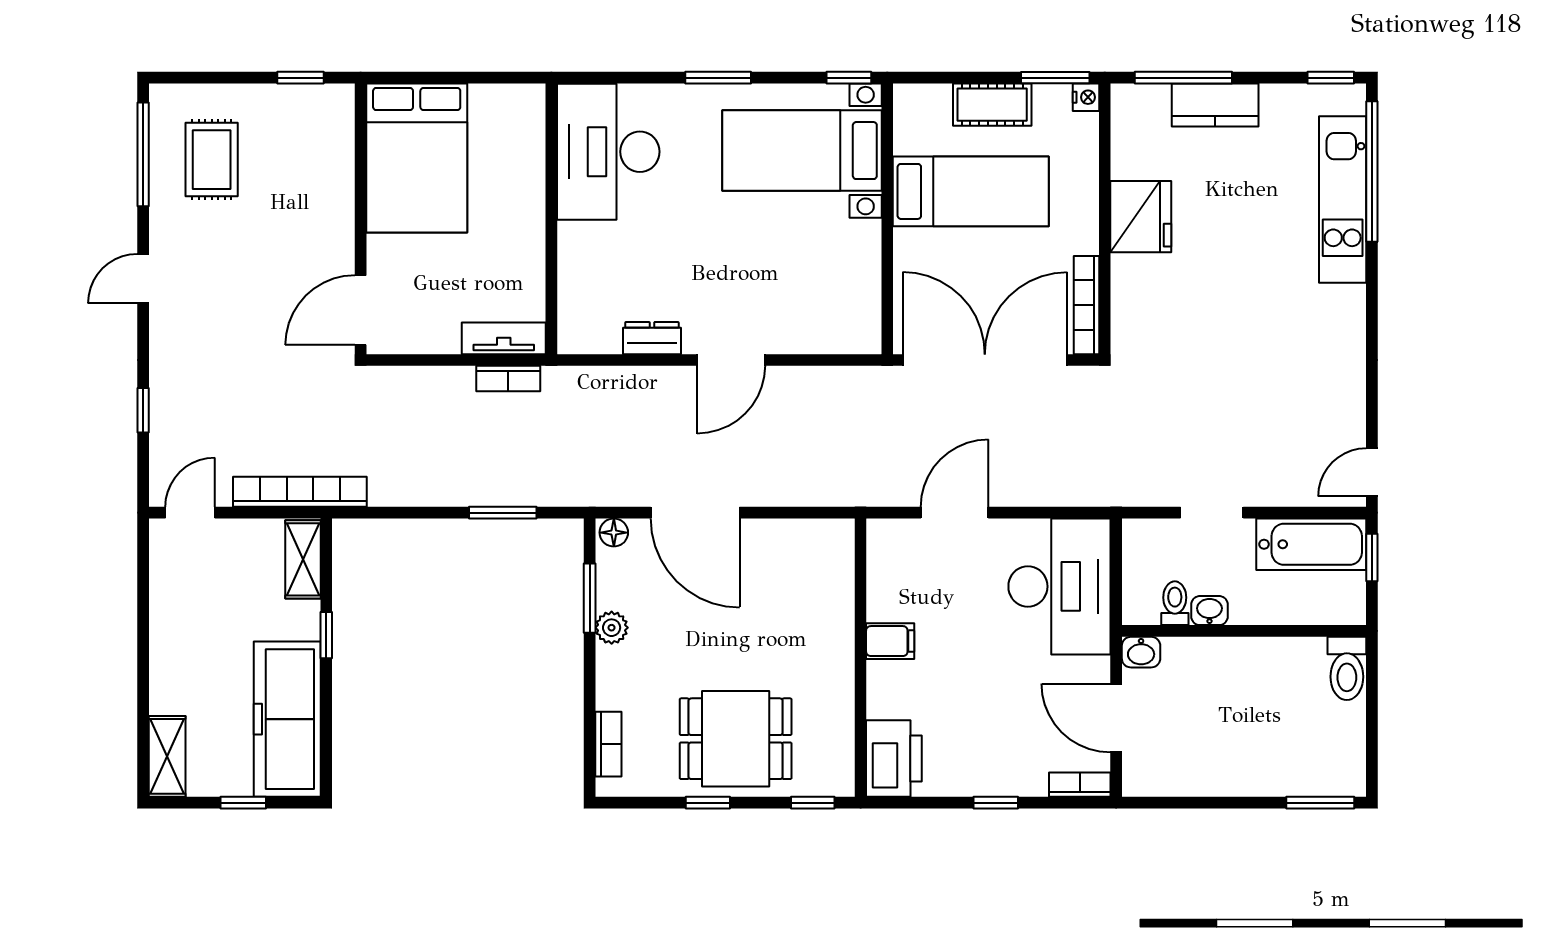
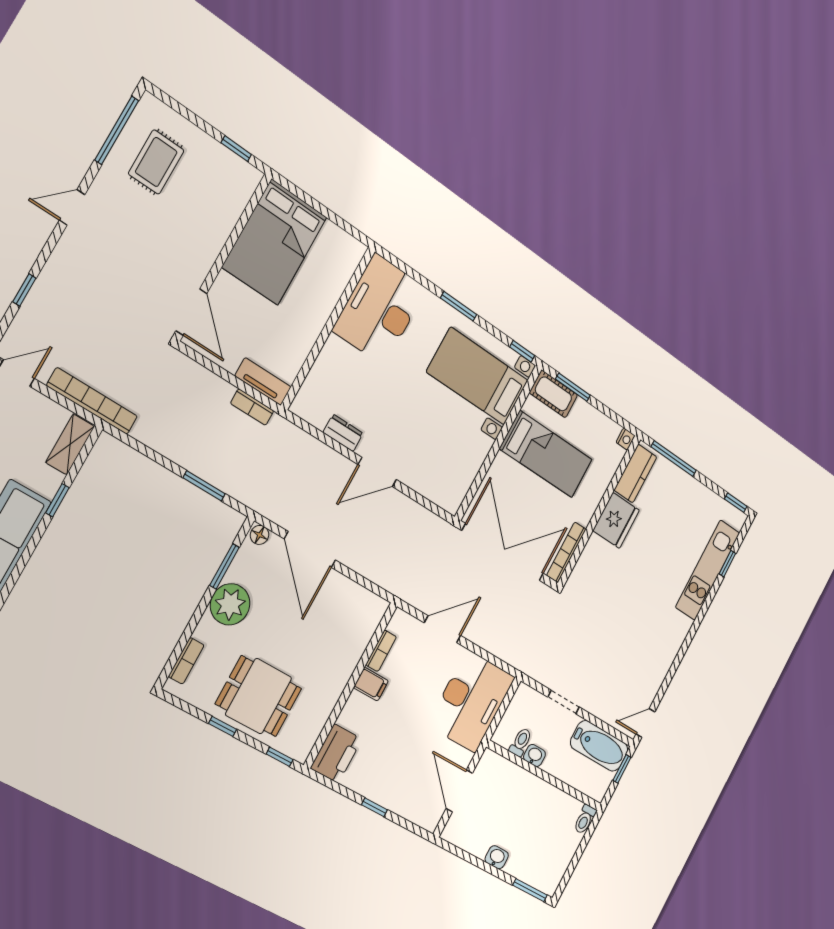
window: (1055, 78) -> (573, 387), moved
cot: (992, 105) -> (553, 394), moved
kitchen counter: (1215, 105) -> (635, 473), moved, turned -90
window: (1372, 172) -> (727, 564), width x0.32
door: (361, 310) -> (191, 312), swing flipped
plant: (612, 628) -> (230, 604), width x1.88, depth x1.88
washbasin: (1141, 652) -> (497, 857), moved, turned 180
toilet: (1347, 668) -> (585, 819), width x0.73, depth x0.72
bookcase: (1080, 785) -> (381, 651), moved, turned 90

